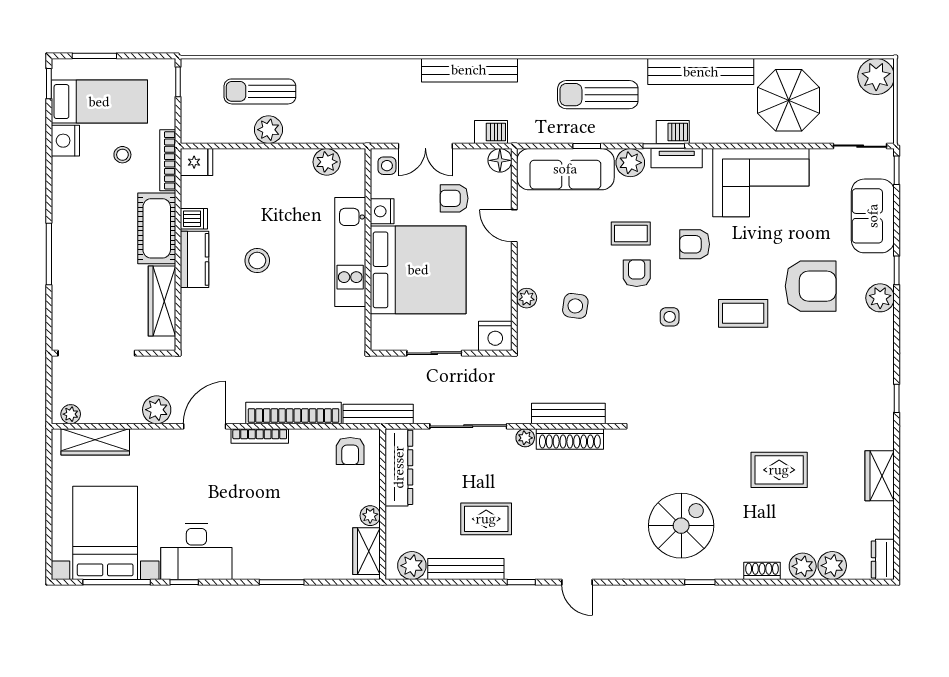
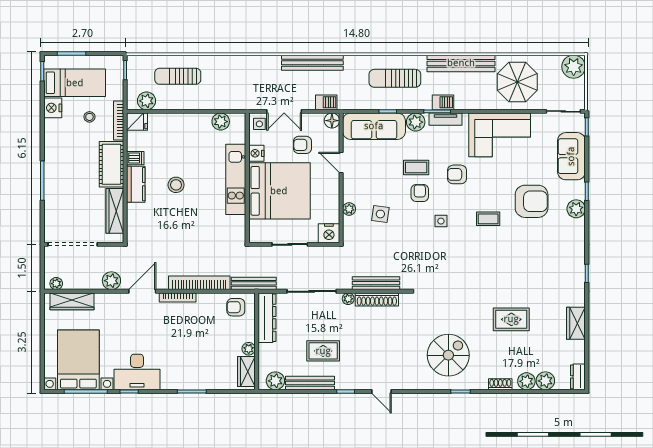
plant: (269, 130) -> (146, 101), moved
coffee table: (743, 313) -> (488, 219), width x0.73, depth x0.77
armchair: (350, 451) -> (236, 307), turned 90

